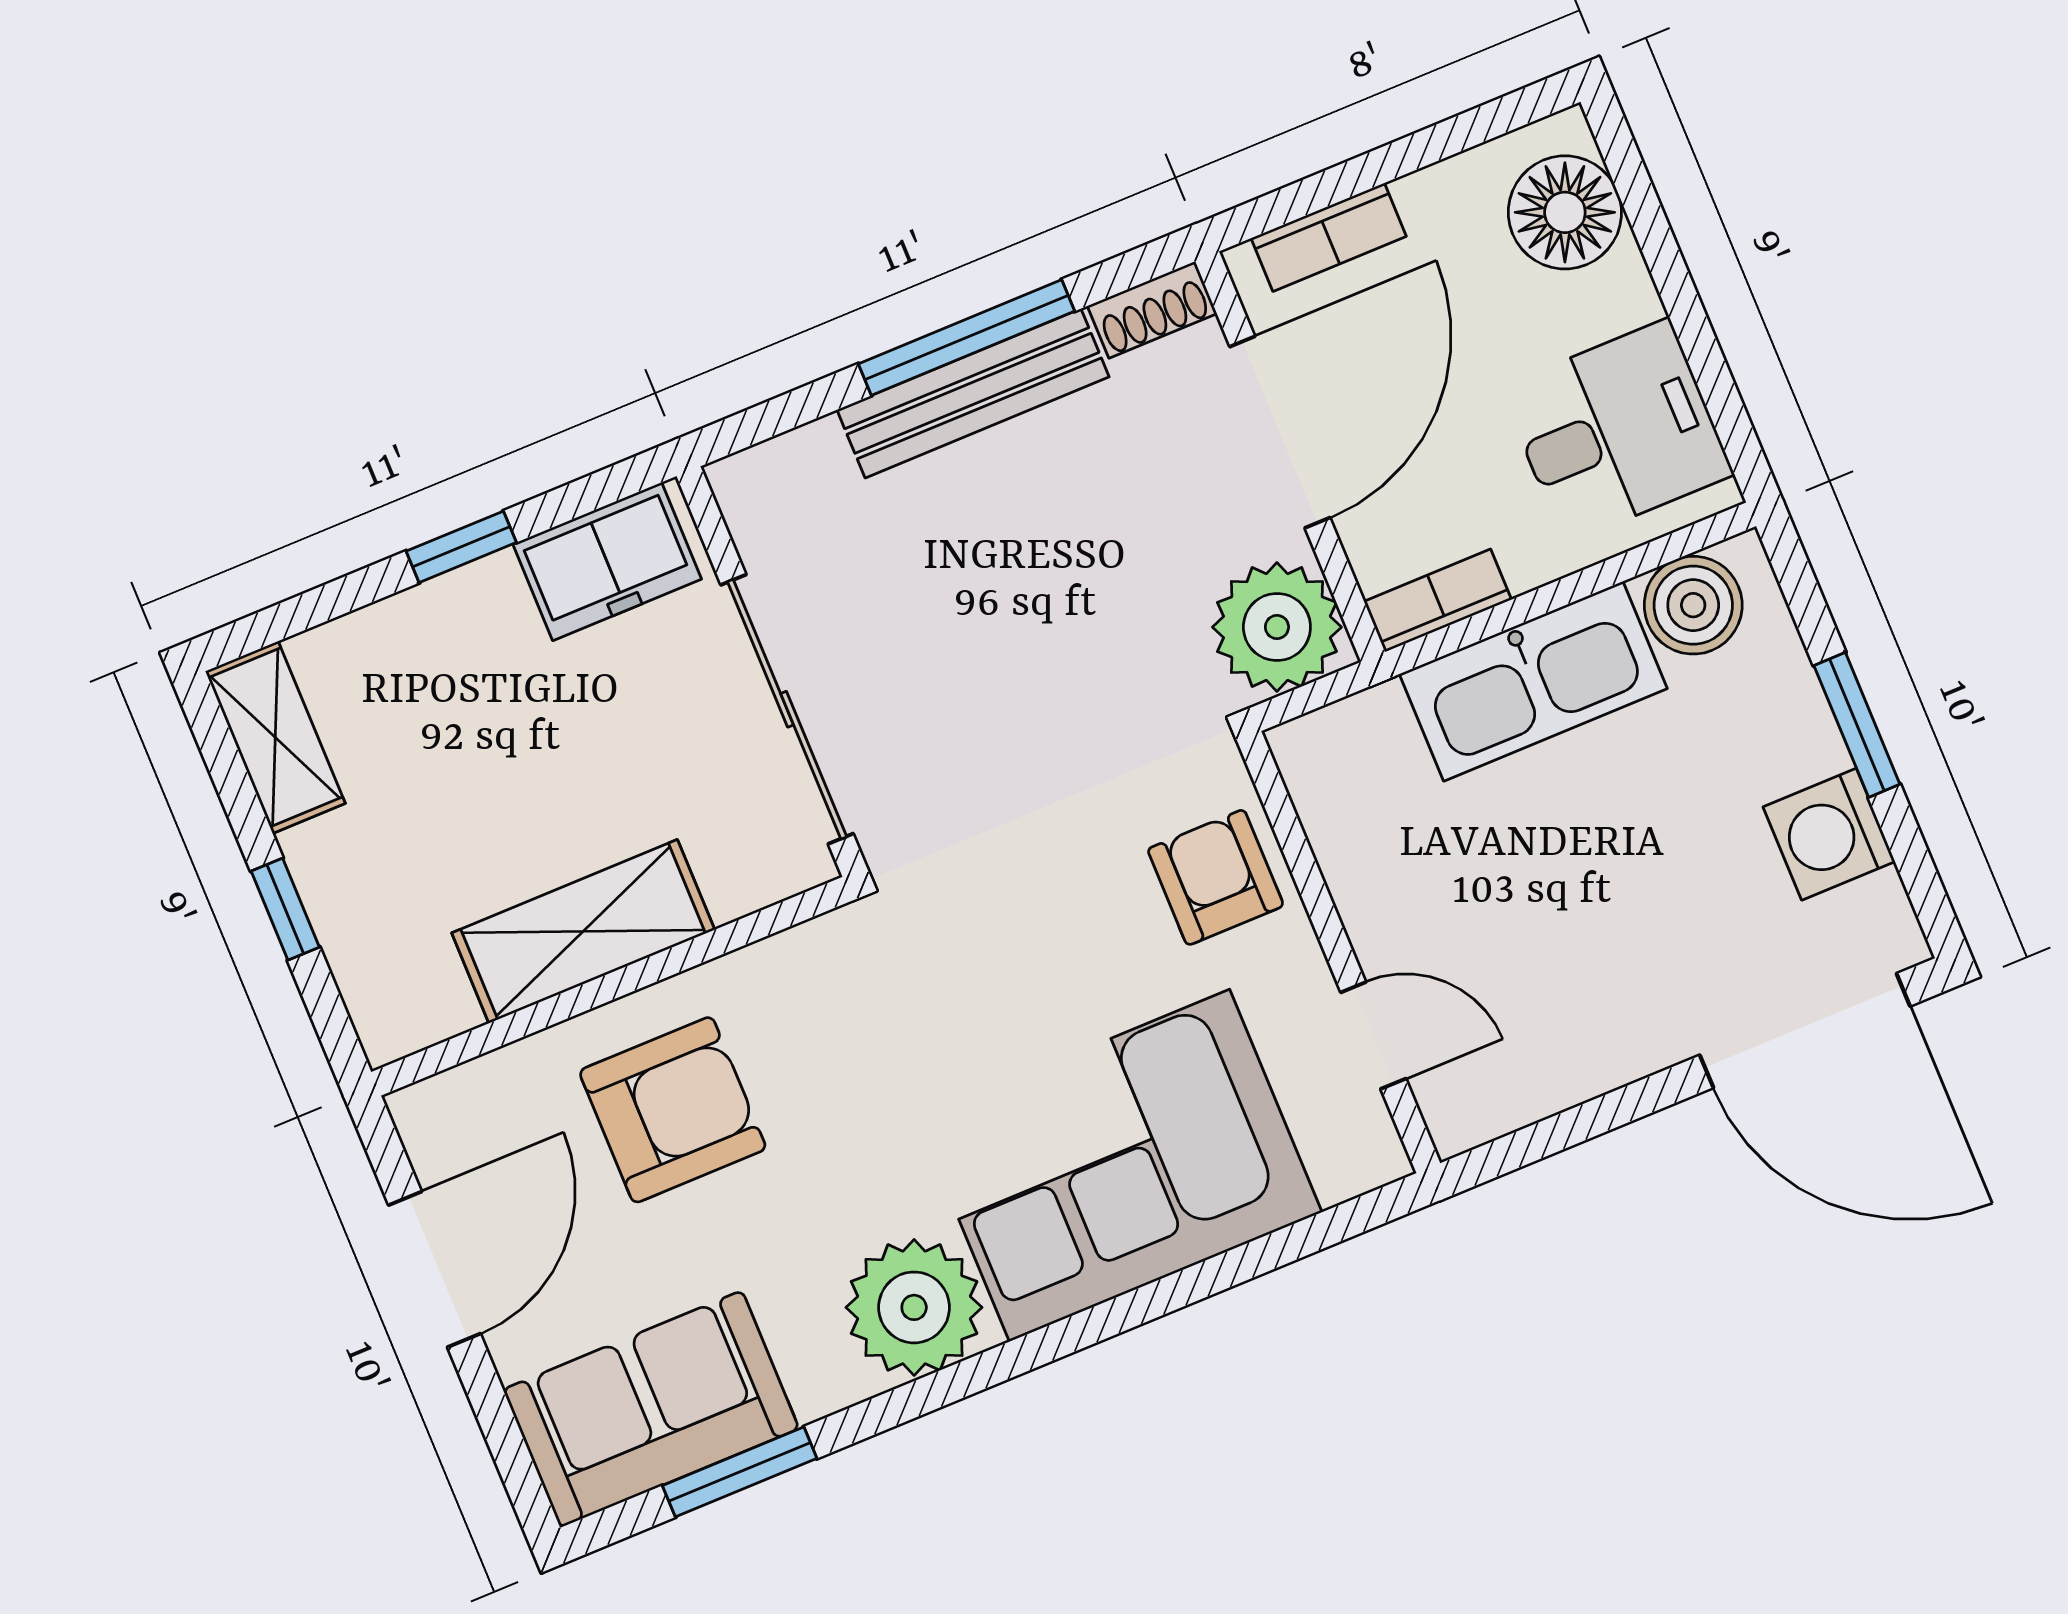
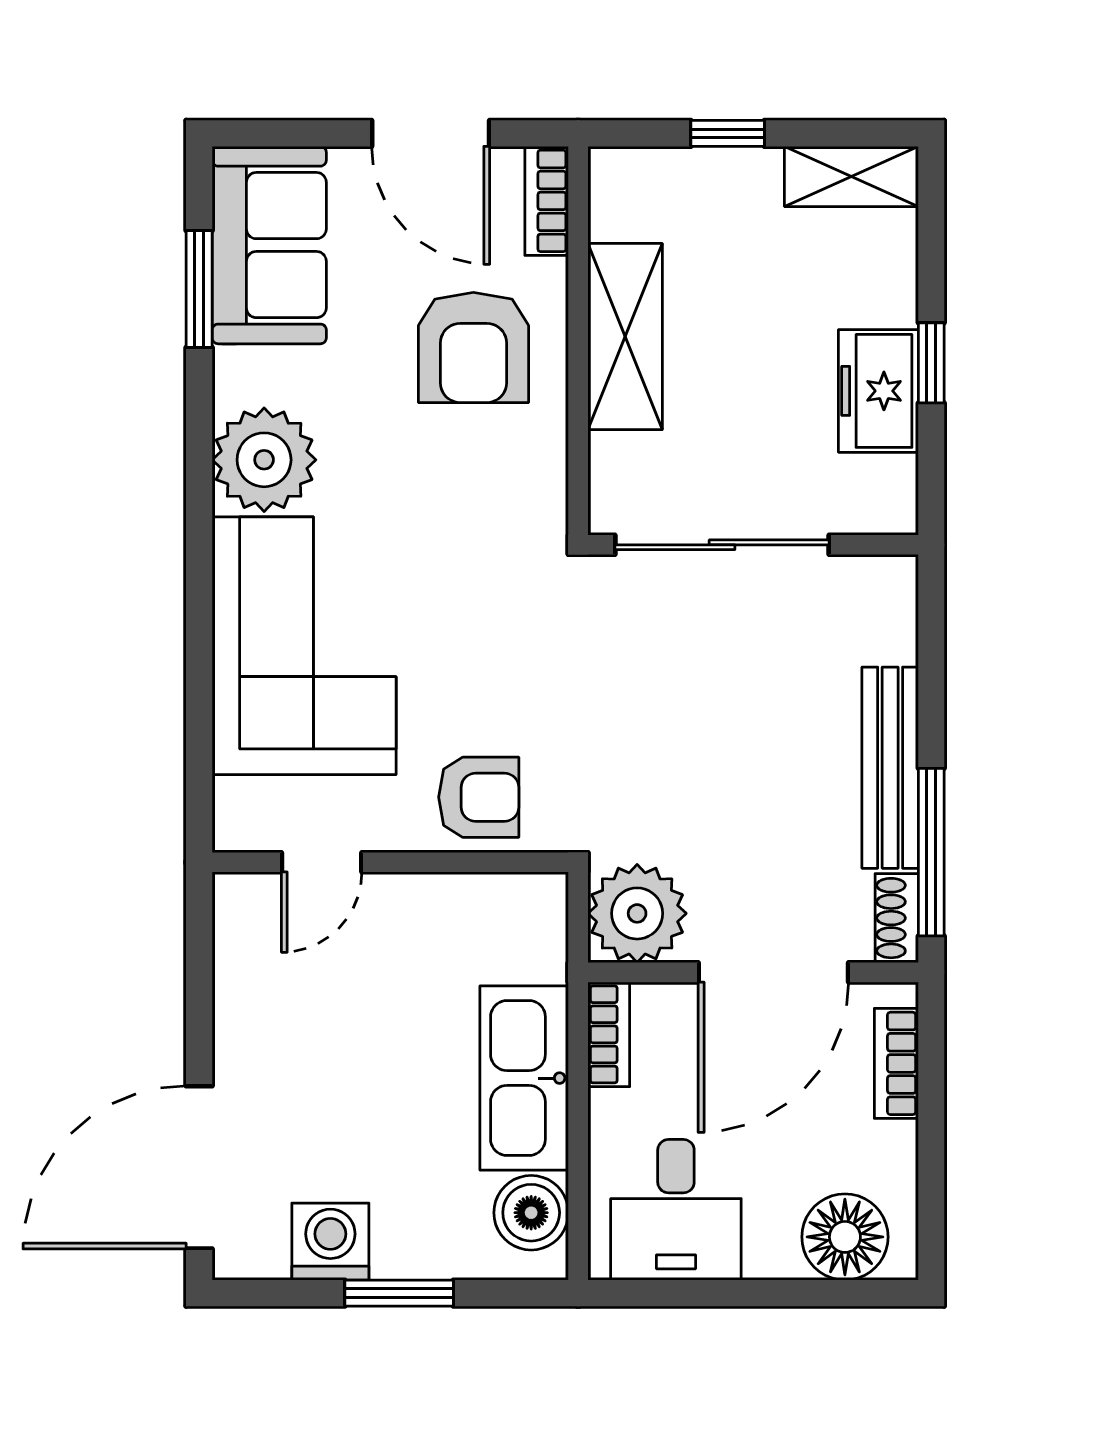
window: (966, 338) -> (931, 852), moved
door: (1280, 432) -> (773, 972), hinge flipped
freezer: (607, 562) -> (878, 391), moved
bookcase: (458, 1095) -> (547, 201), added

